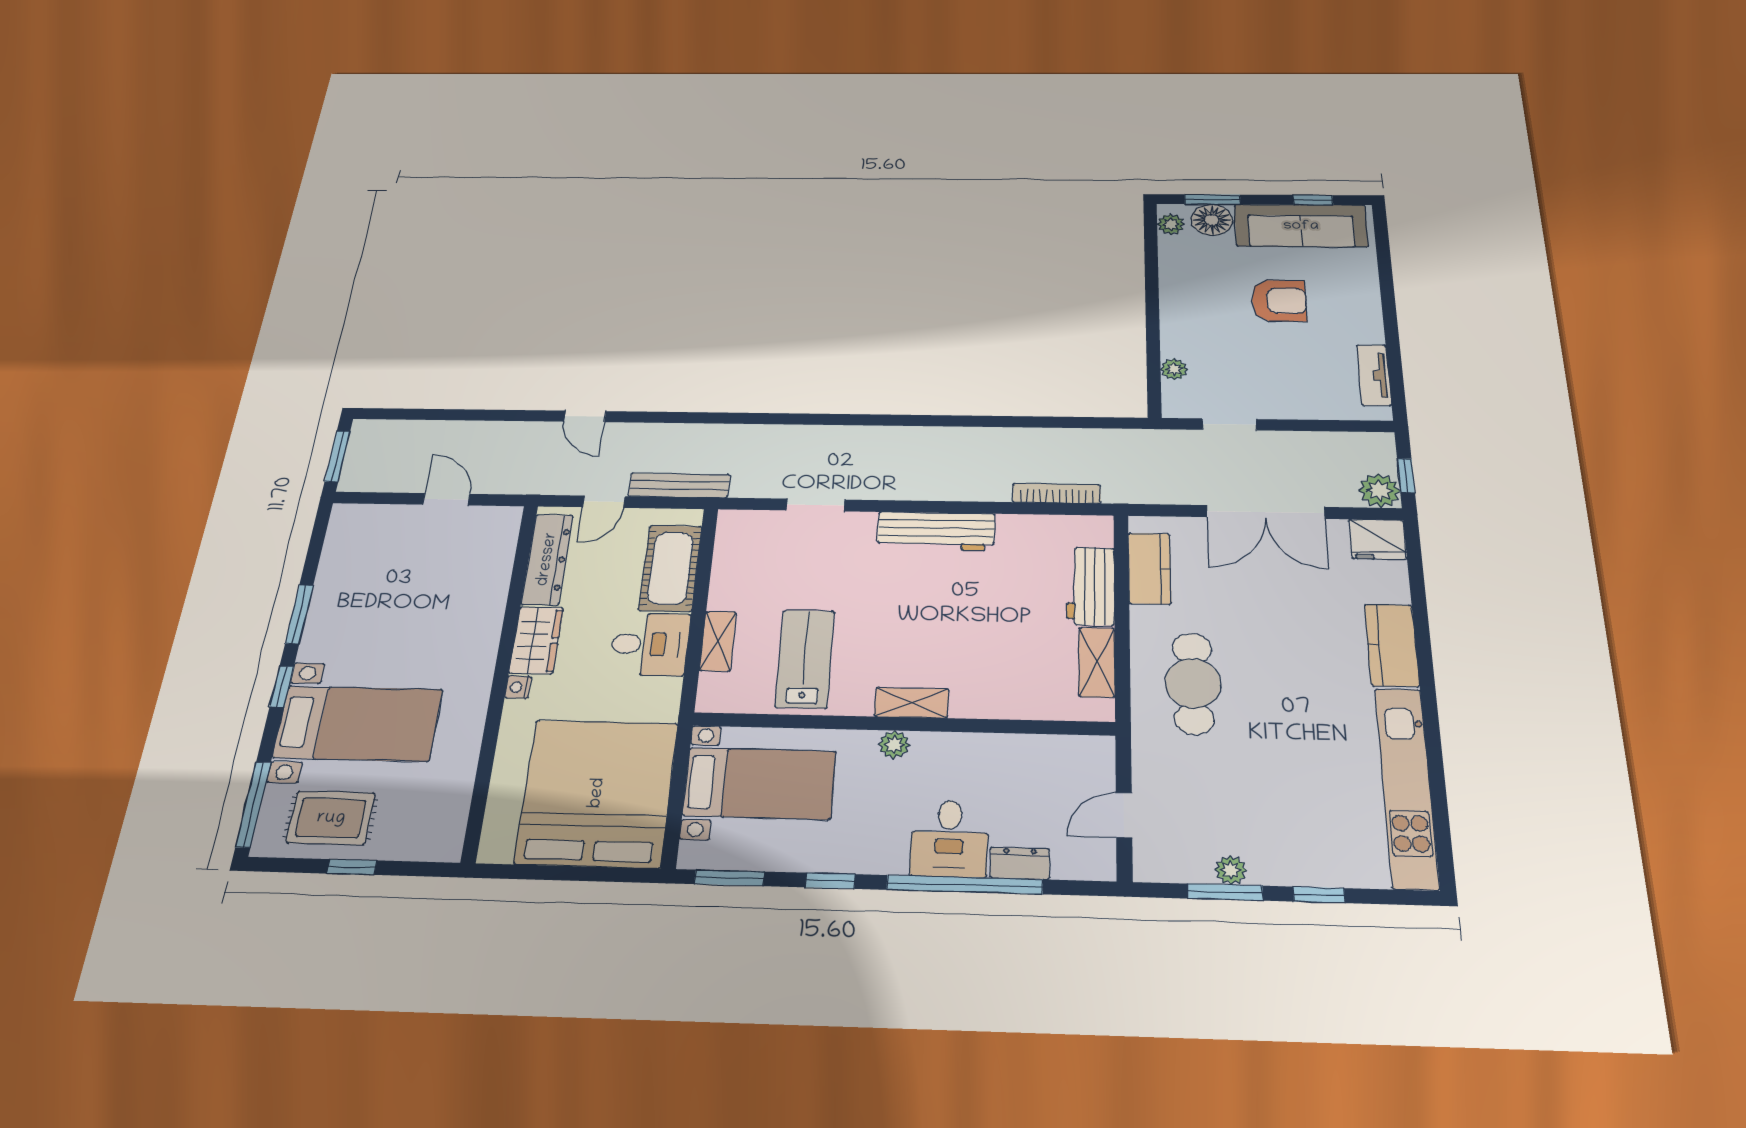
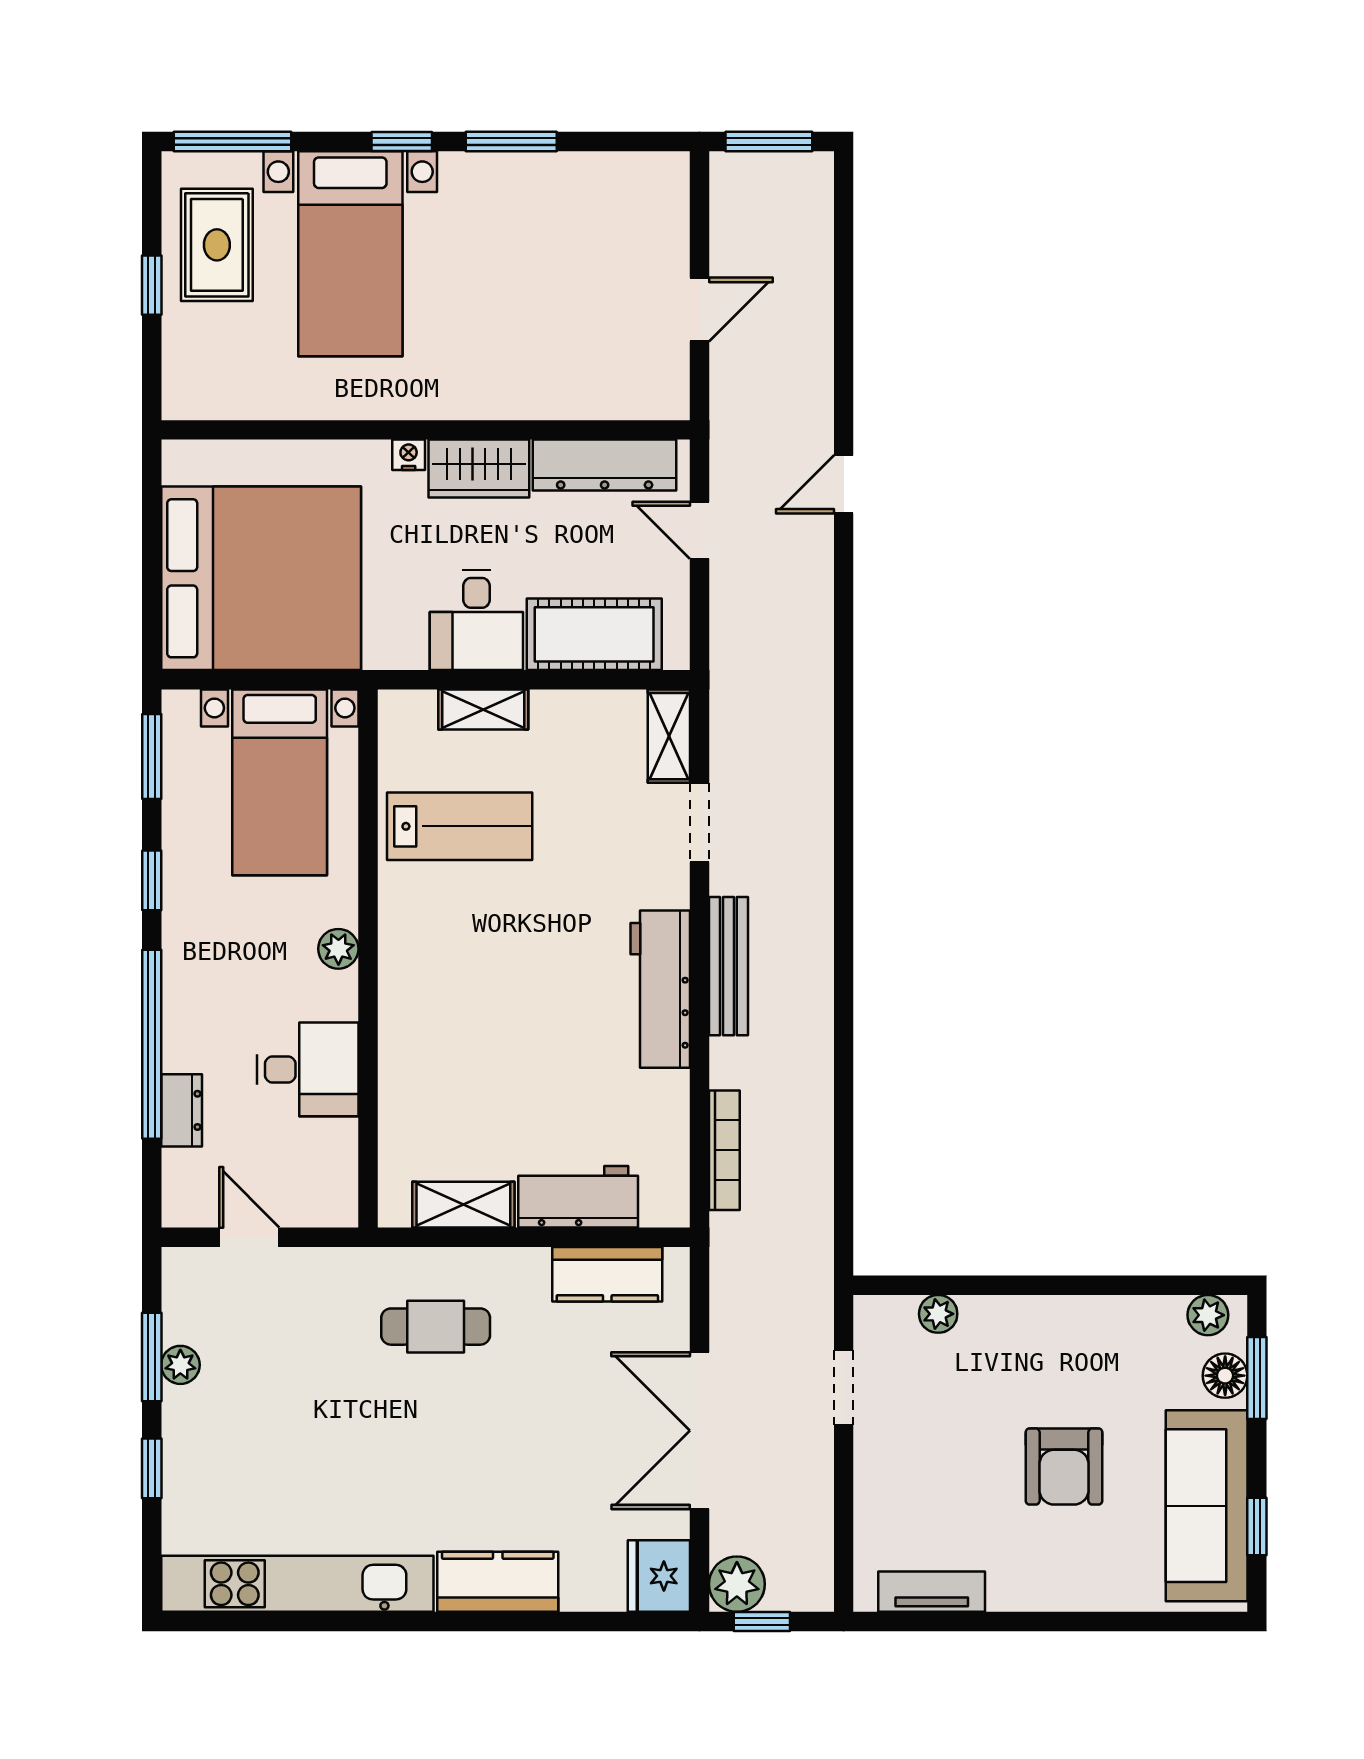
floor lamp: (1212, 220) -> (1225, 1376), width x0.73, depth x0.73
bench: (679, 485) -> (728, 966), moved
cafe table: (1193, 683) -> (436, 1327), width x0.73, depth x0.74
shelving: (912, 703) -> (669, 736), moved
desk: (949, 838) -> (308, 1069), moved, turned 180

